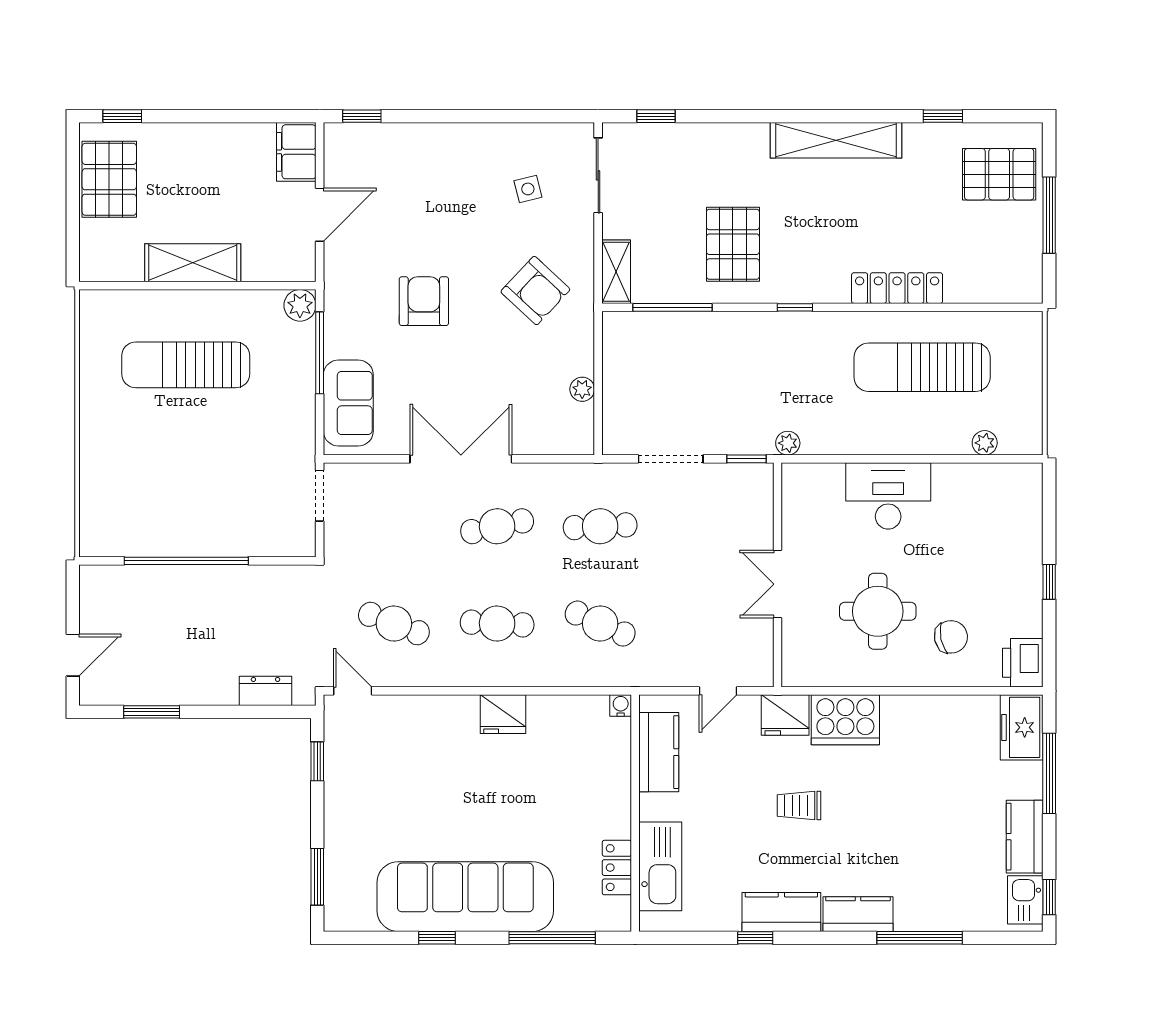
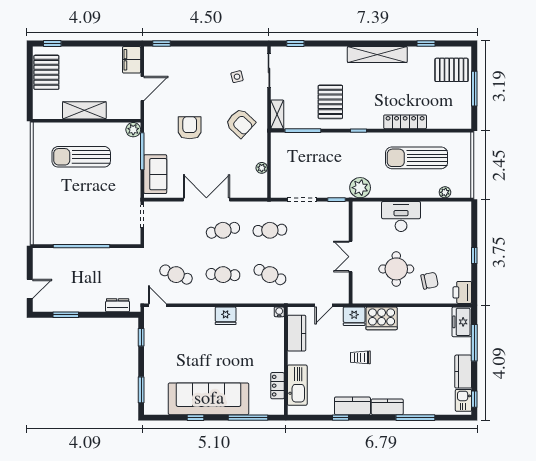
plant: (788, 443) -> (360, 188), width x1.87, depth x1.87

